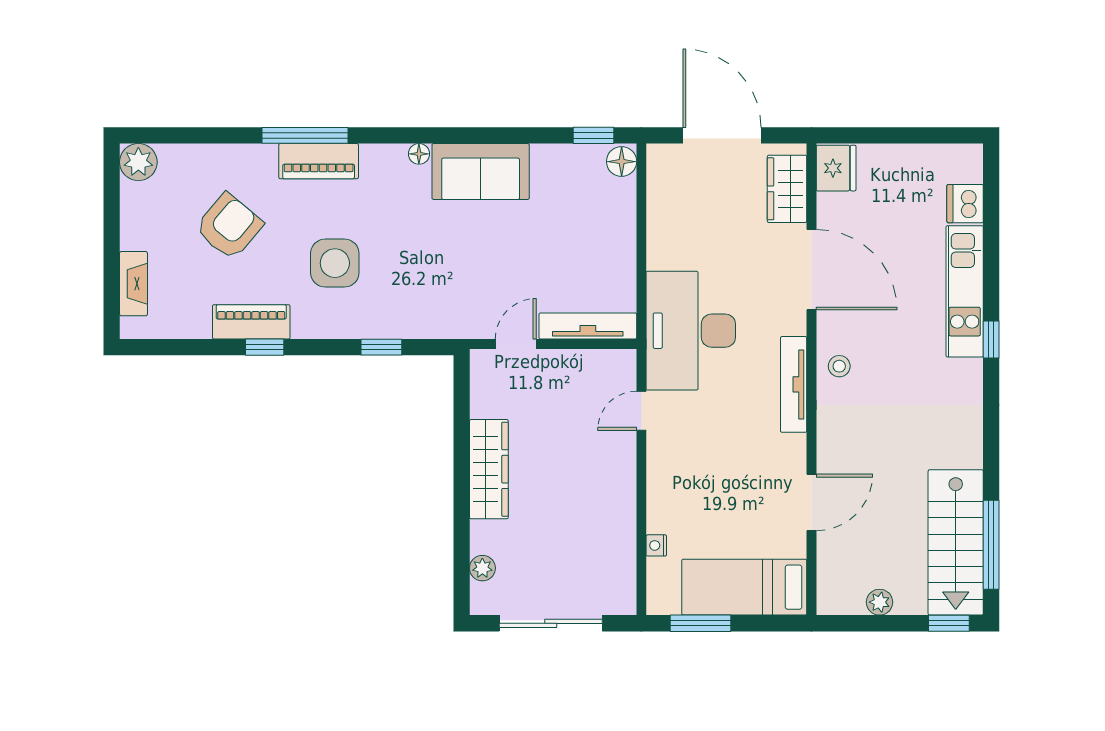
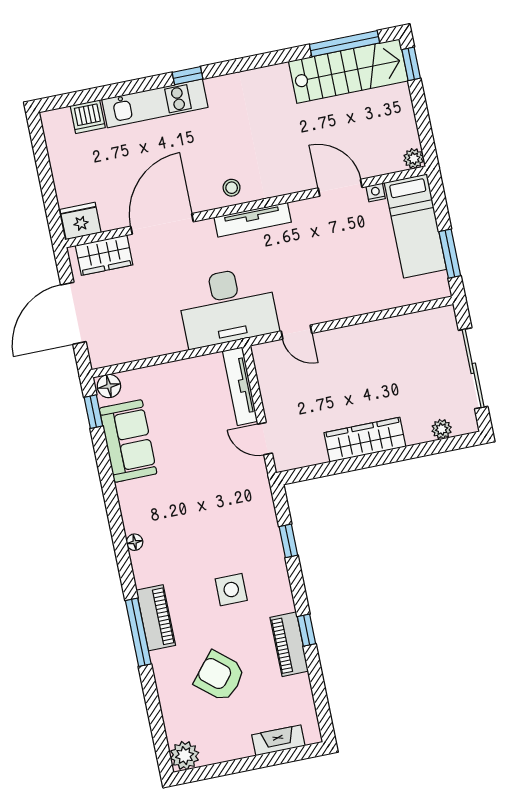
sofa: (481, 171) -> (128, 441), moved
side table: (335, 263) -> (231, 590), width x0.73, depth x0.73
nightstand: (656, 545) -> (376, 192), moved, turned 180
plant: (880, 602) -> (414, 159), moved

